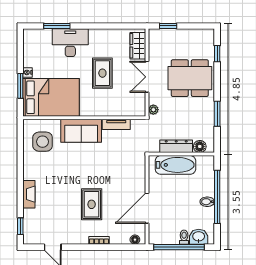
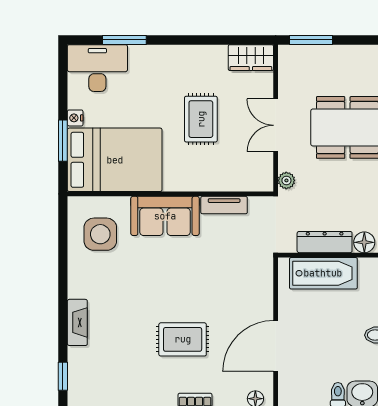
window: (168, 26) -> (311, 40), width x1.50
desk: (70, 43) -> (97, 68), moved
wardrobe: (138, 46) -> (251, 58), moved, turned -90
rug: (92, 204) -> (183, 339), turned 90

